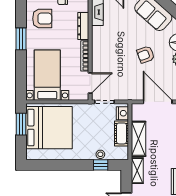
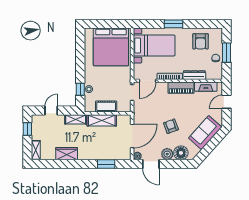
window: (21, 39) -> (174, 24), moved
piano: (99, 42) -> (181, 88), added
door: (90, 83) -> (148, 81), hinge flipped
nightstand: (122, 113) -> (123, 107), removed
window: (21, 124) -> (114, 24), removed

